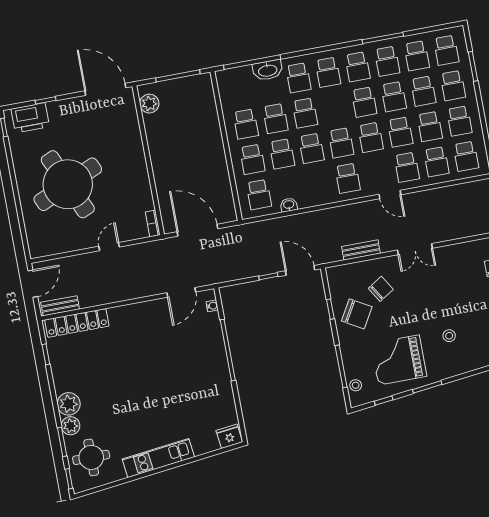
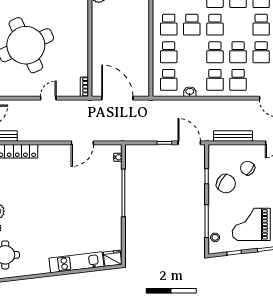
school desk: (282, 154) -> (215, 80), moved
bench: (361, 250) -> (233, 136), width x1.36
chair: (381, 289) -> (248, 168), turned -112
door: (181, 292) -> (82, 143), moved
kitchen unit: (158, 458) -> (76, 262), moved

